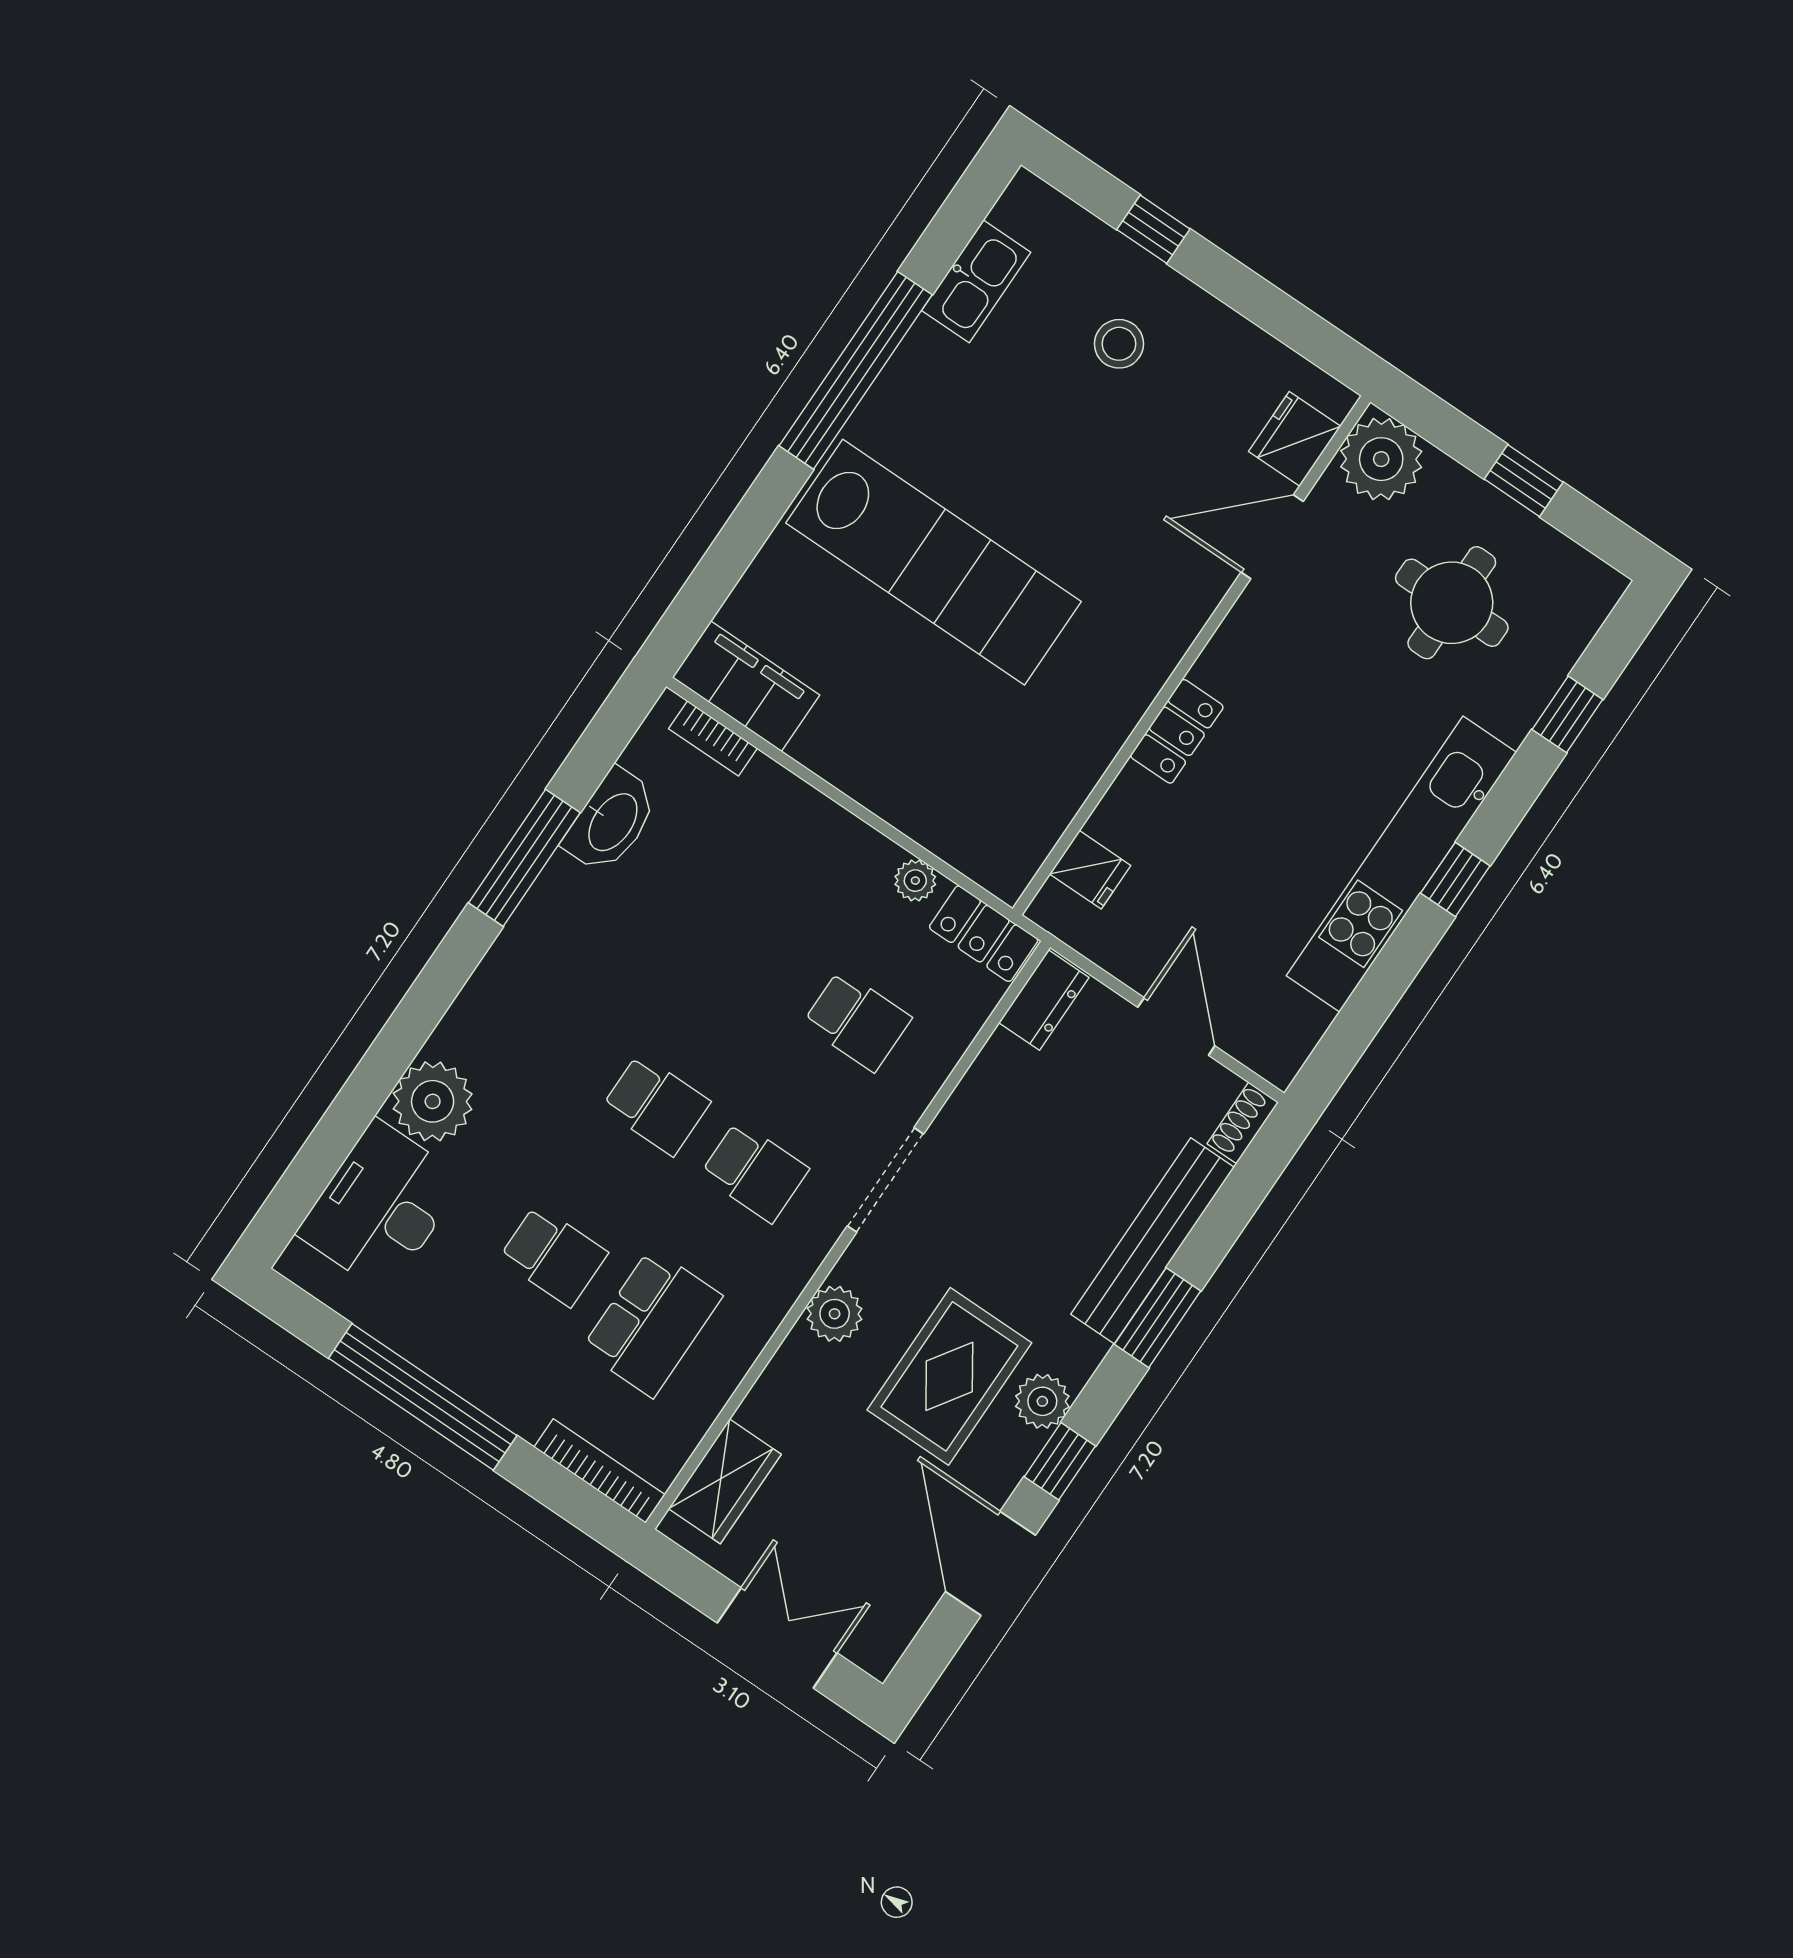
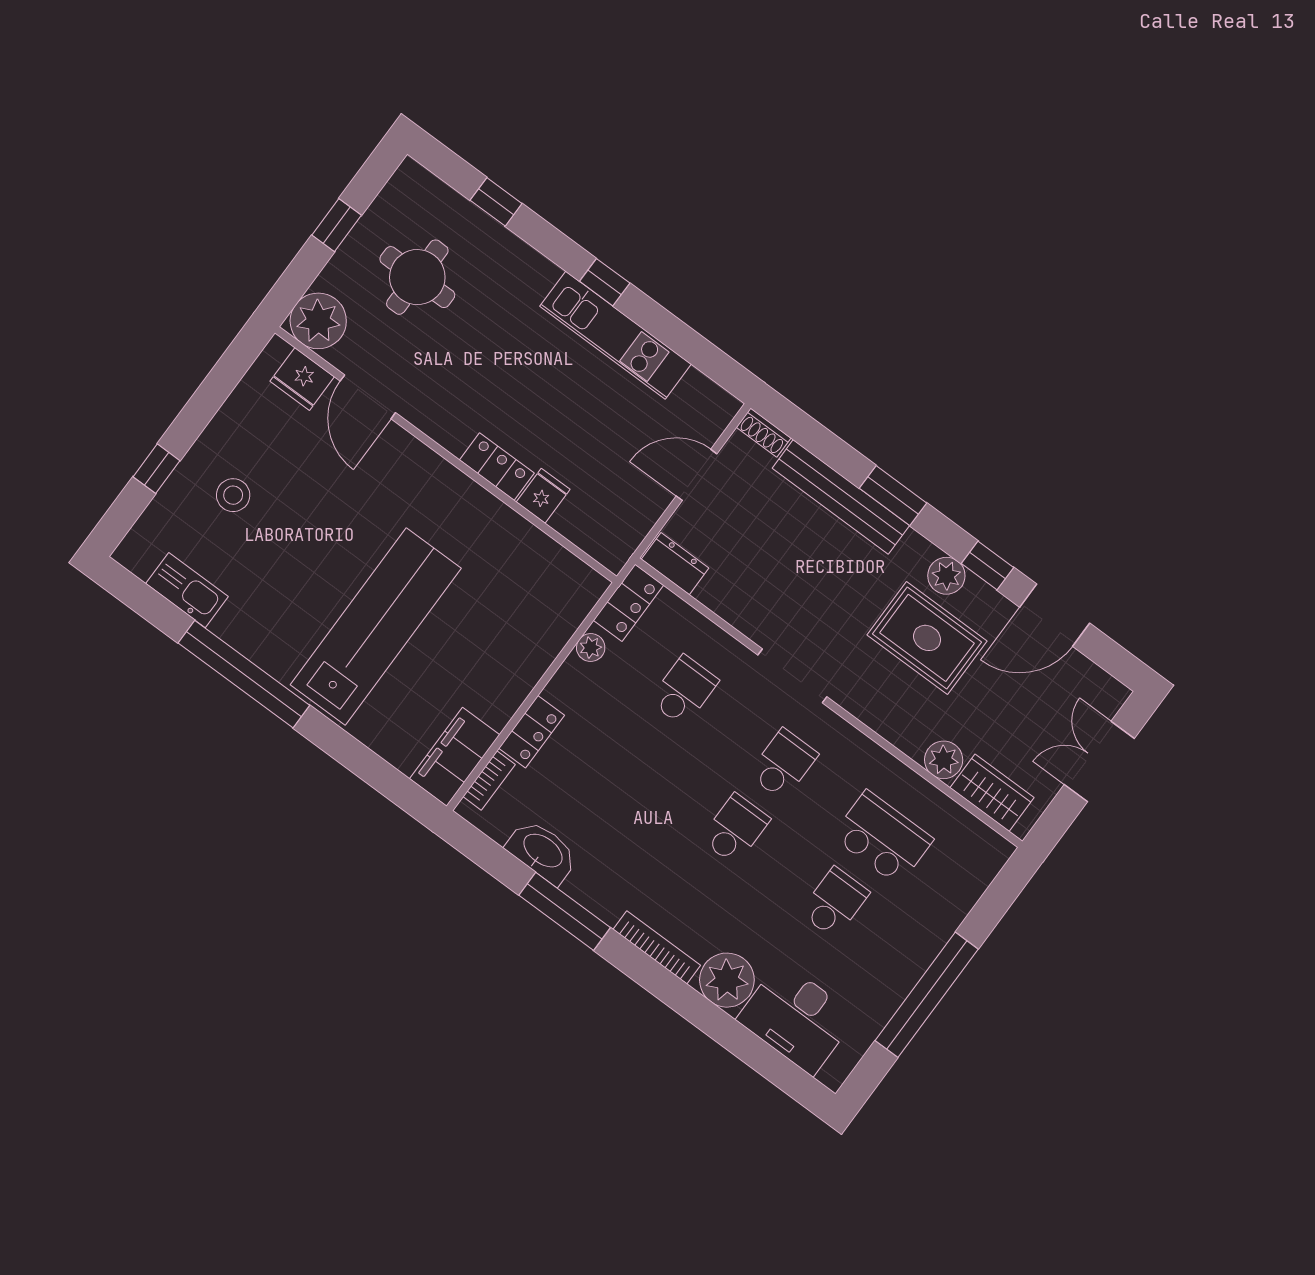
locker: (788, 798) -> (532, 732), added
kitchen unit: (1401, 864) -> (615, 335), width x0.73
fridge: (1090, 870) -> (543, 496), moved
plant: (835, 1314) -> (944, 760), moved
bookcase: (599, 1471) -> (657, 947), moved, turned 90

